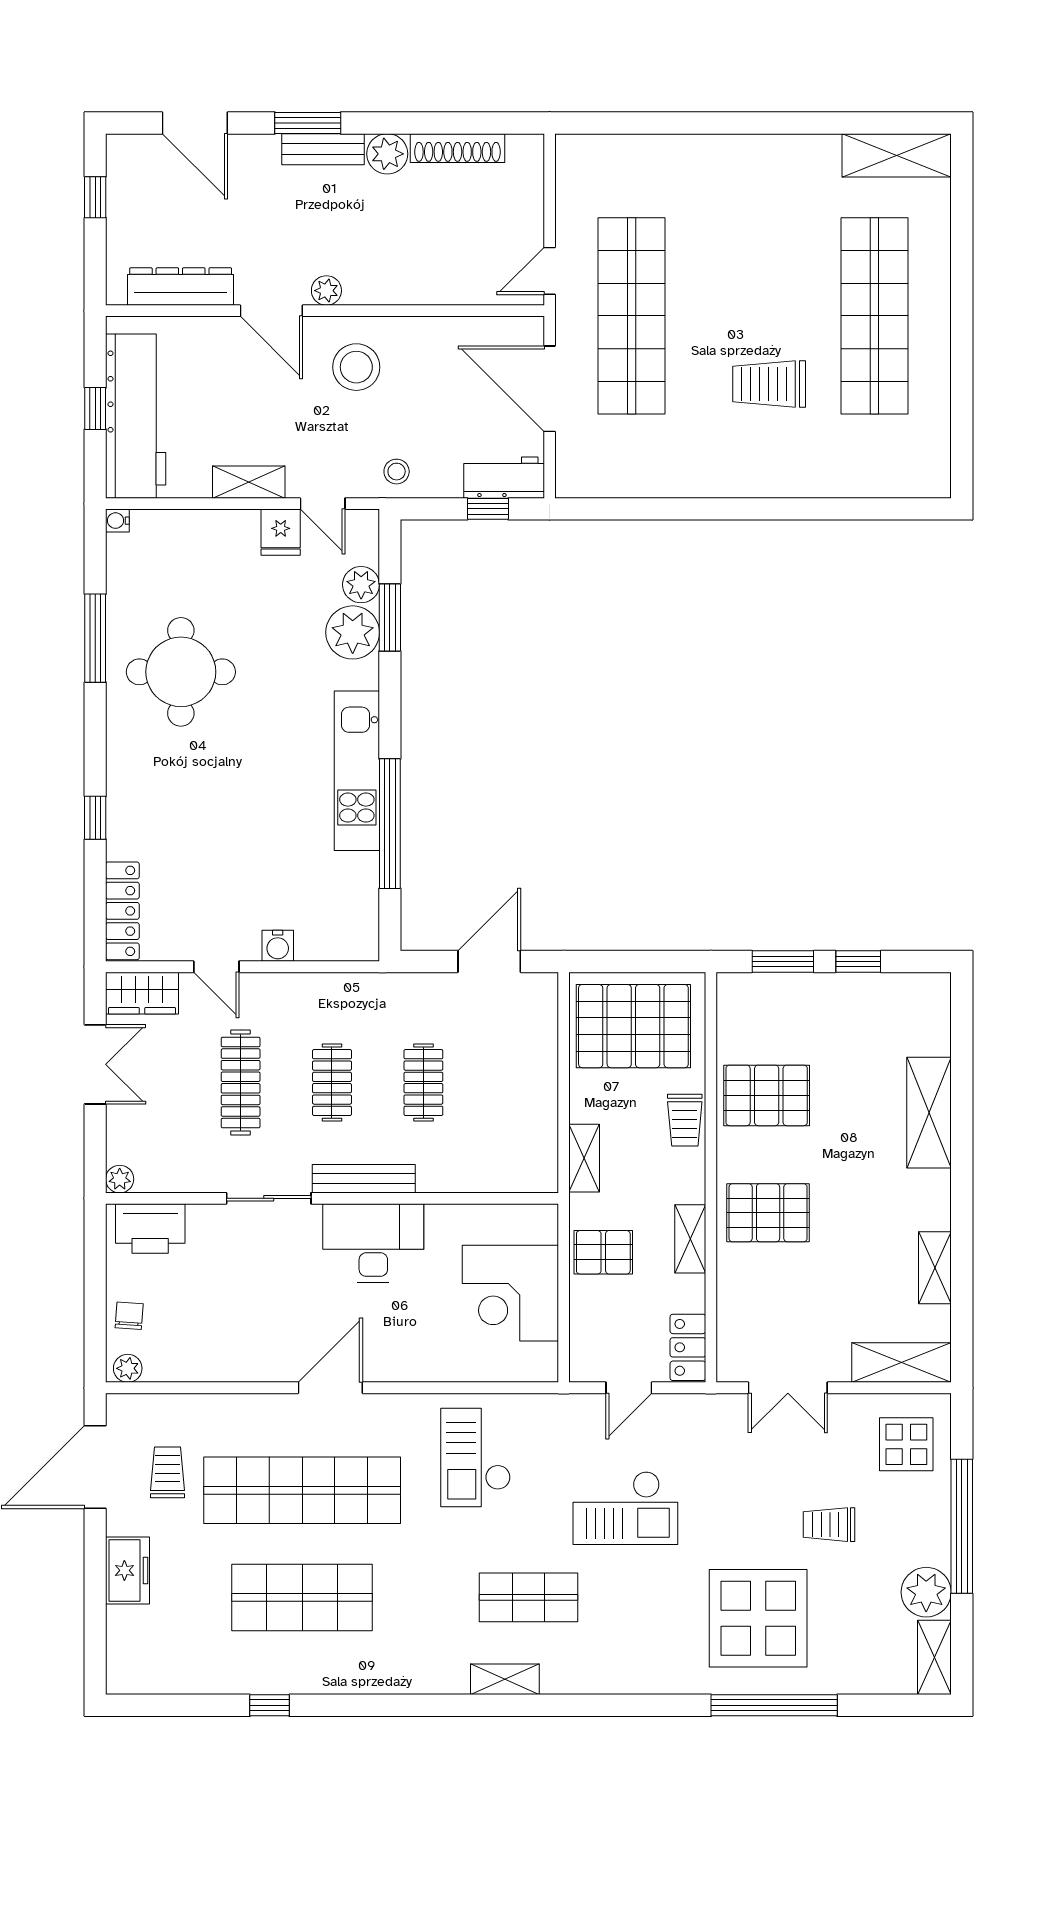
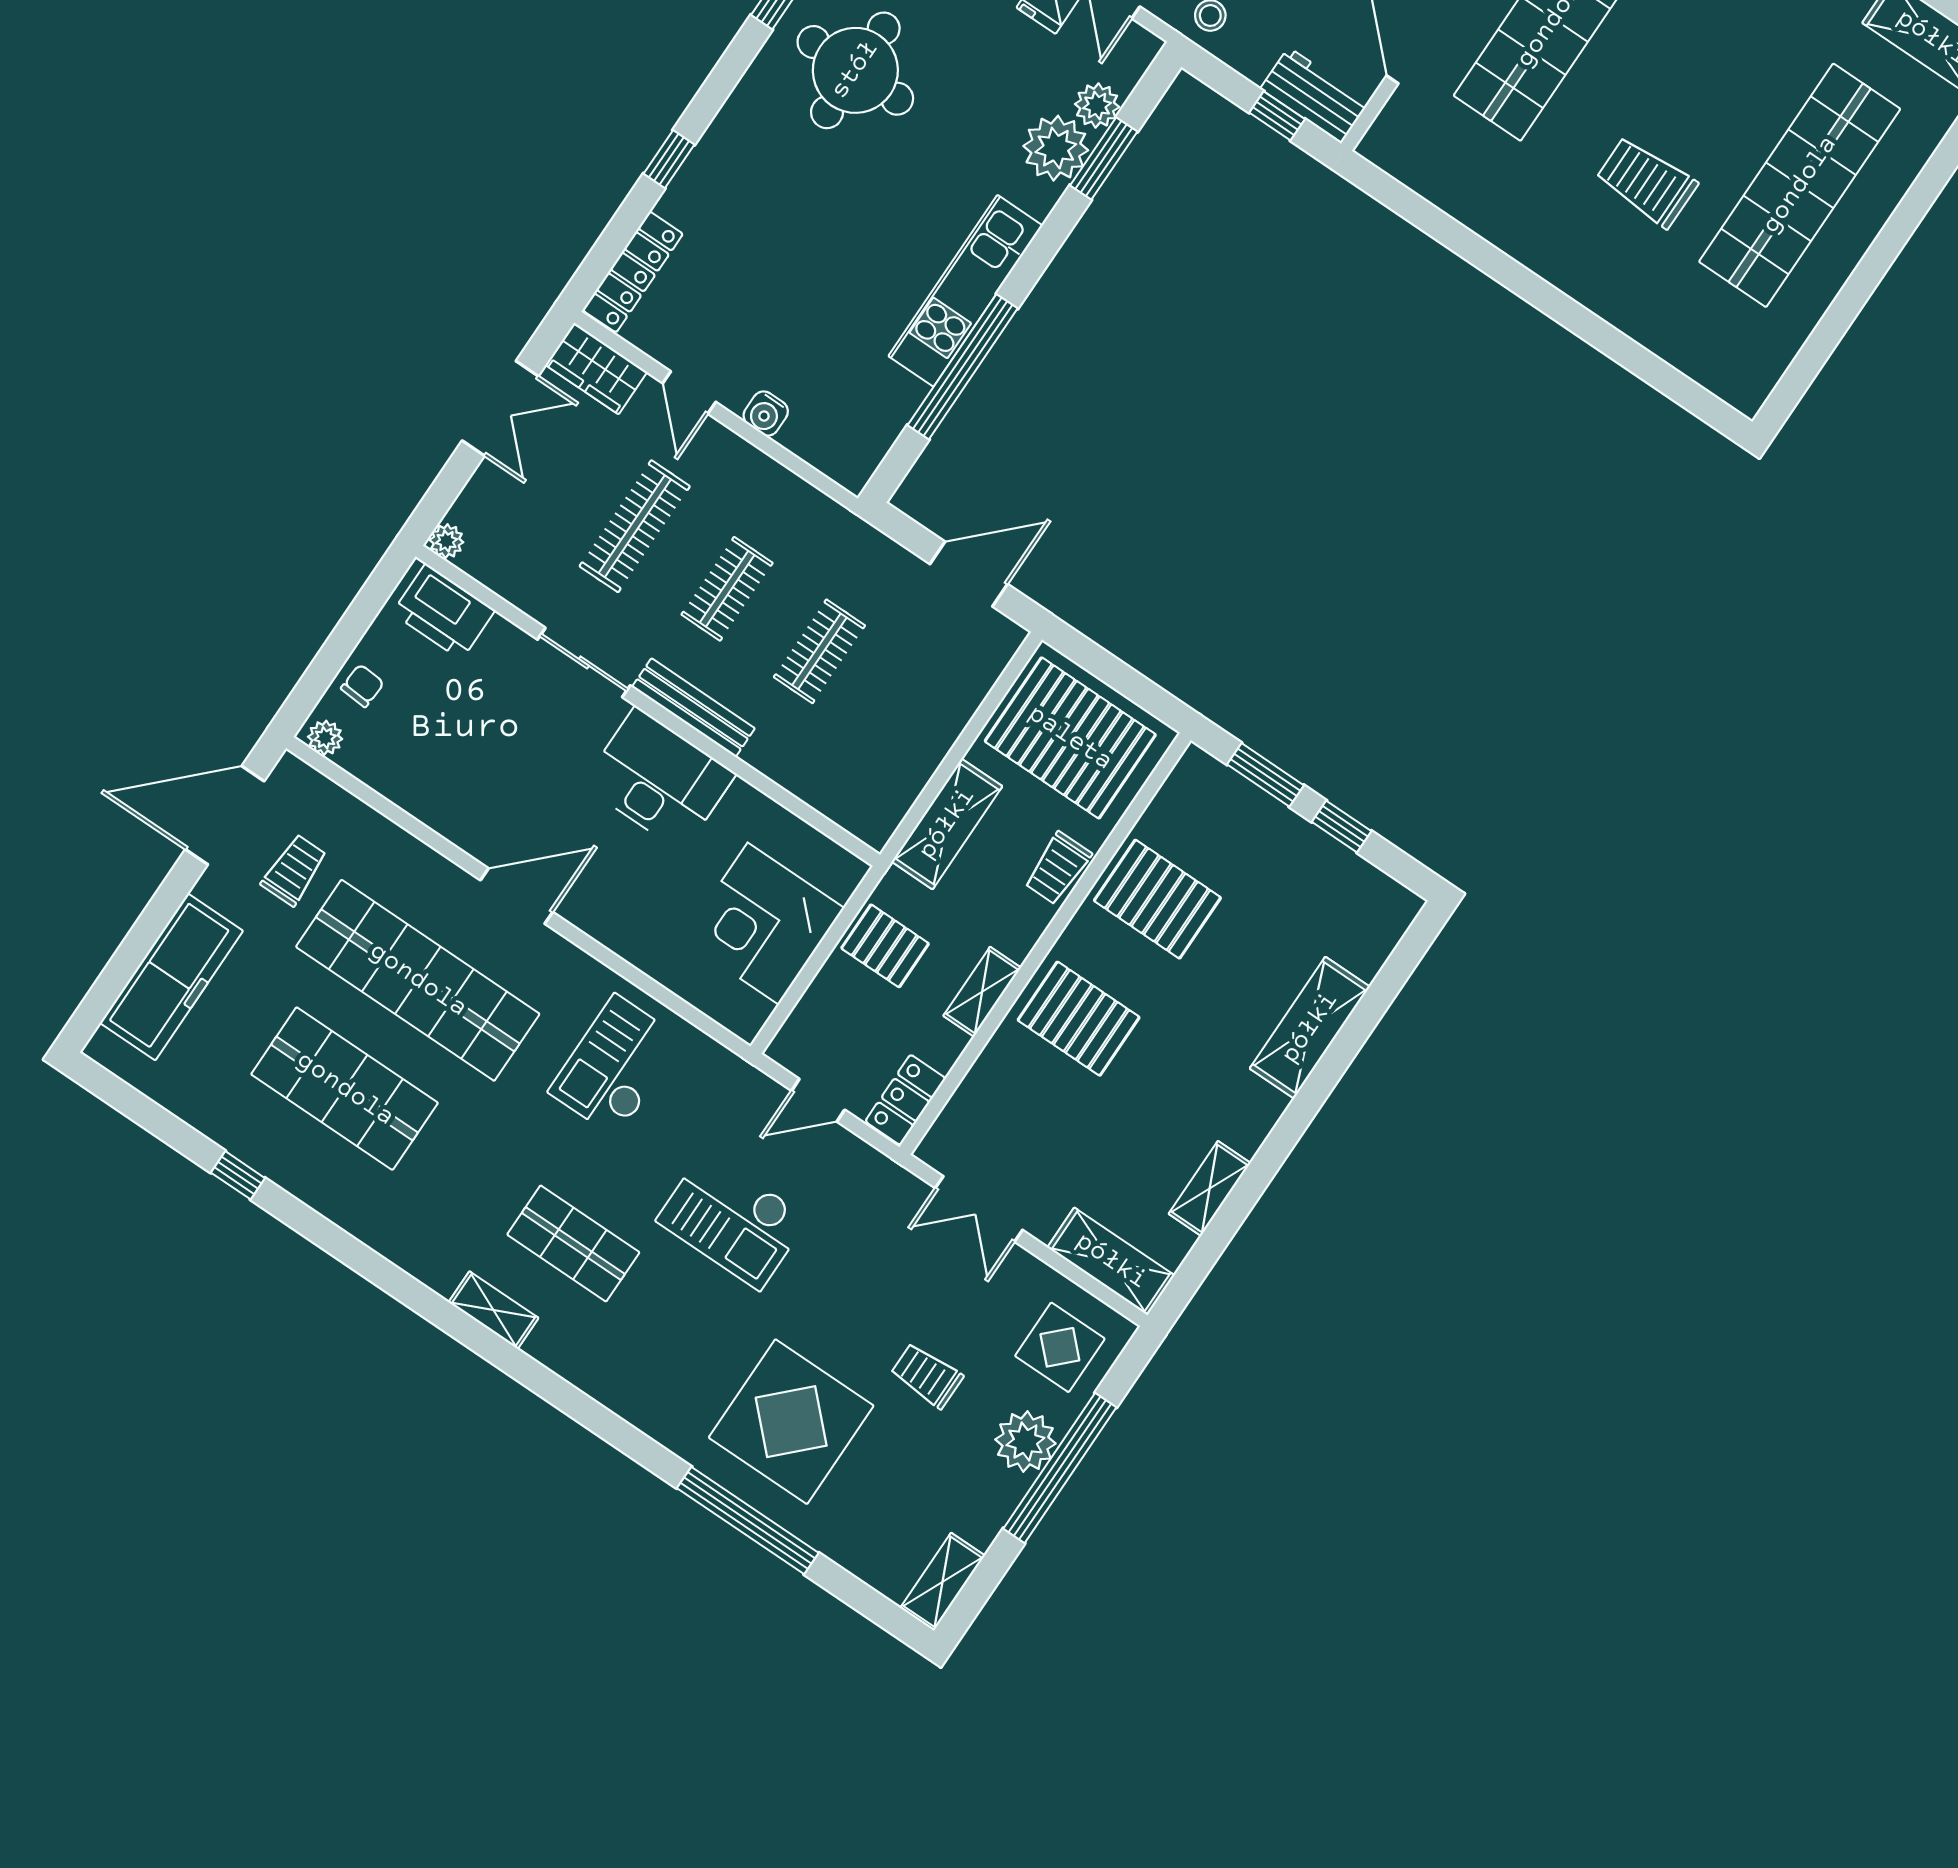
shelving: (584, 1158) -> (947, 824), width x1.50, depth x1.33
freezer: (128, 1570) -> (171, 977), width x1.91, depth x1.26
plant: (926, 1592) -> (1025, 1442), moved

